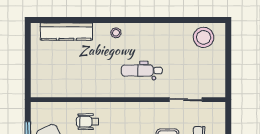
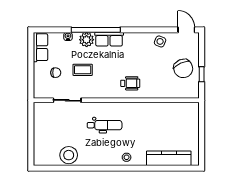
stool: (204, 37) -> (69, 155), moved
wheelchair: (87, 122) -> (130, 83), moved

